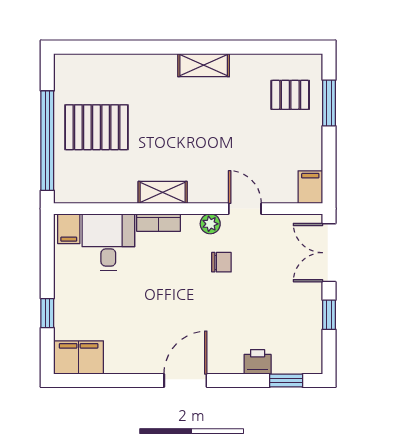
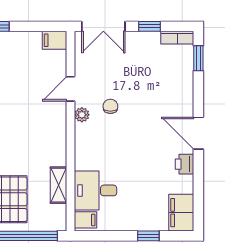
shelving: (163, 192) -> (59, 185), moved
bookcase: (159, 223) -> (177, 38), moved, turned 90
printer: (258, 362) -> (184, 164), moved

